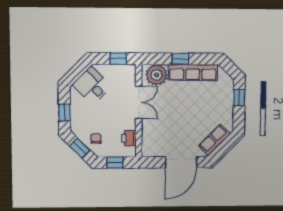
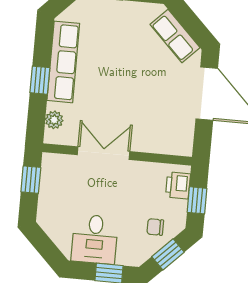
plant: (157, 75) -> (54, 120), width x0.53, depth x0.53
desk: (92, 86) -> (95, 239), moved, turned -45
printer: (129, 138) -> (178, 185), moved, turned 90

